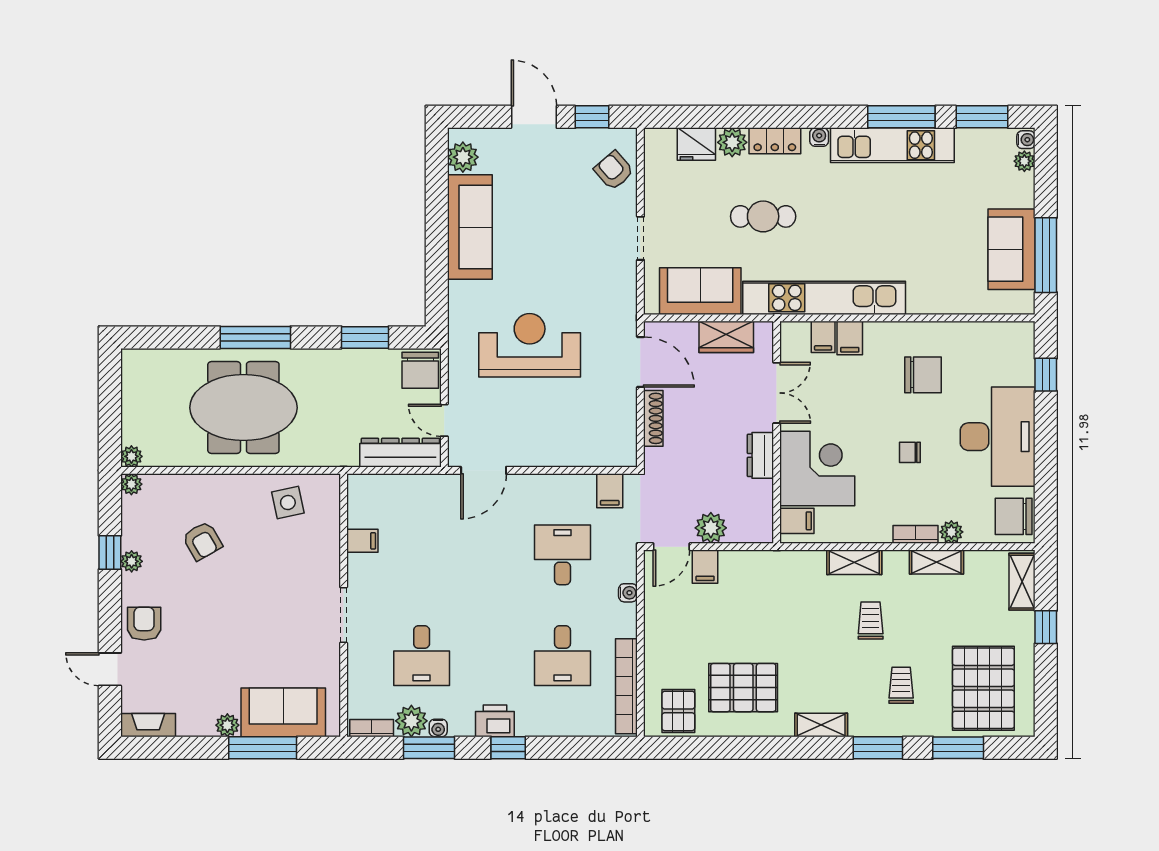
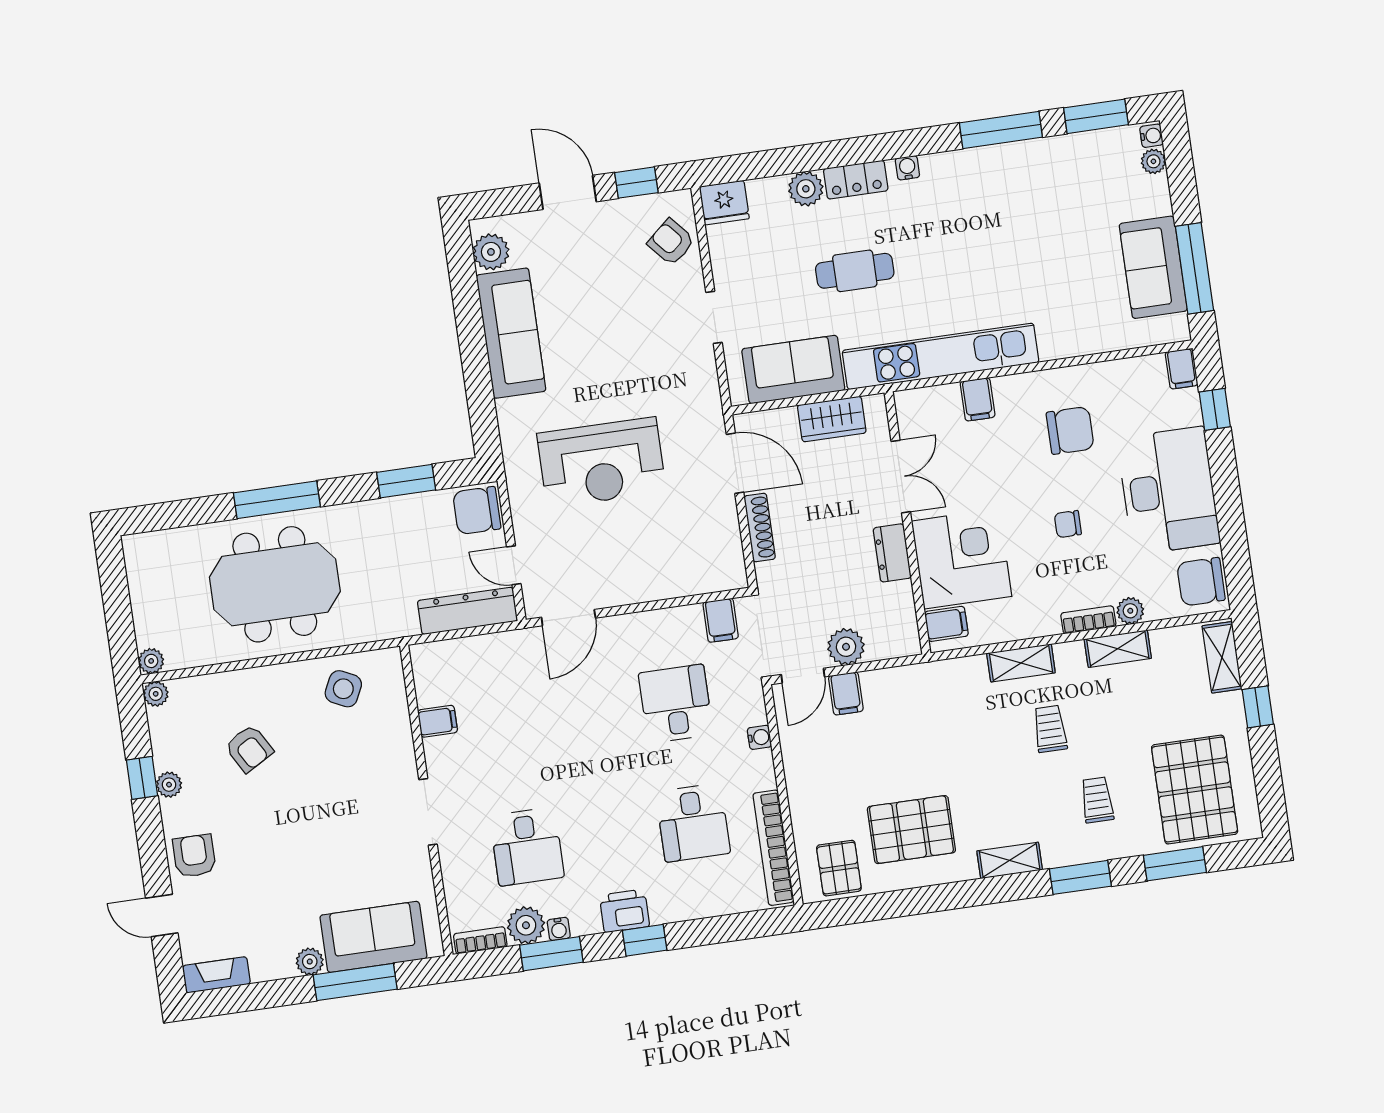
fridge: (696, 144) -> (724, 203), moved
kitchen unit: (892, 145) -> (995, 165), removed
filing cabinet: (823, 337) -> (1182, 369), moved
reception desk: (530, 345) -> (601, 462), turned 180
chair: (420, 370) -> (477, 511), turned 90
side table: (288, 503) -> (343, 689), turned 38

